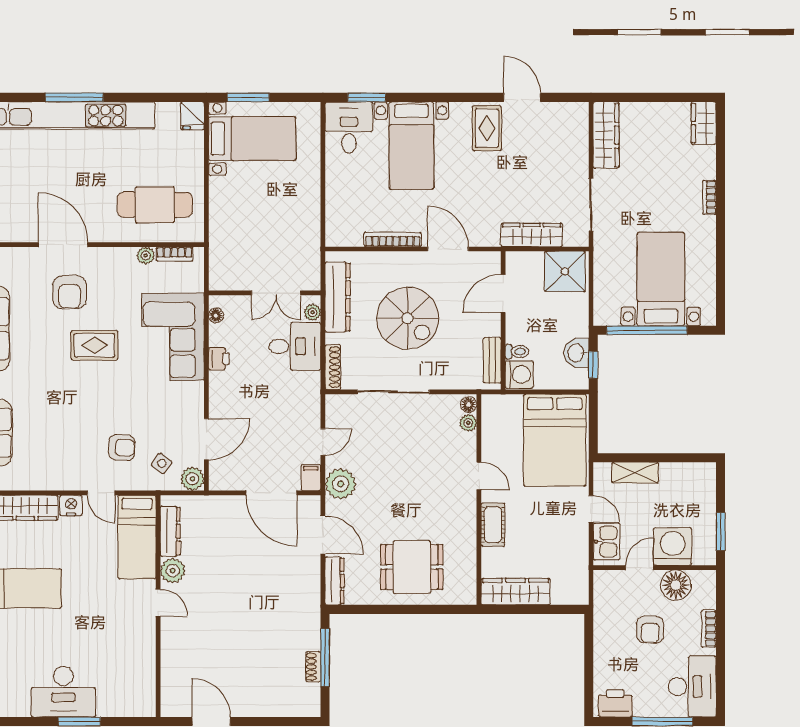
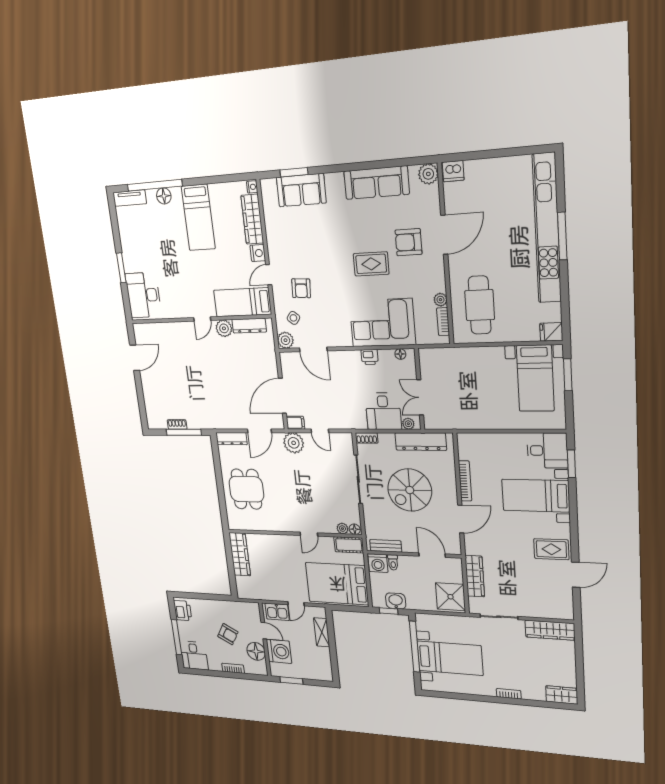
rug: (94, 345) -> (371, 264), turned 90
shoe rack: (333, 367) -> (367, 438), width x0.70
cot: (493, 525) -> (349, 545), moved
armchair: (650, 630) -> (228, 634), turned -151
desk: (692, 687) -> (194, 655), width x0.73
desk: (63, 692) -> (143, 295), moved

